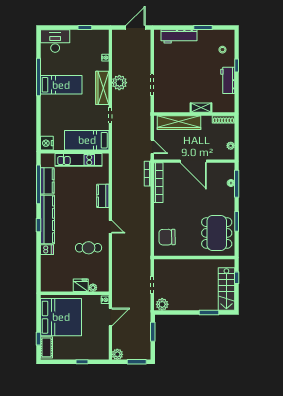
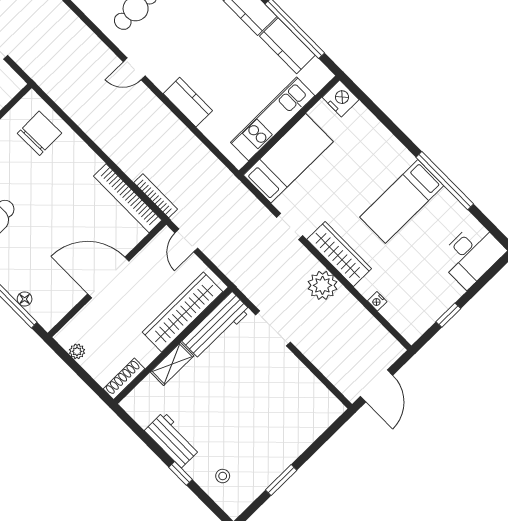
workbench: (179, 36) -> (216, 326), moved, turned 180
door: (152, 147) -> (186, 240), hinge flipped

